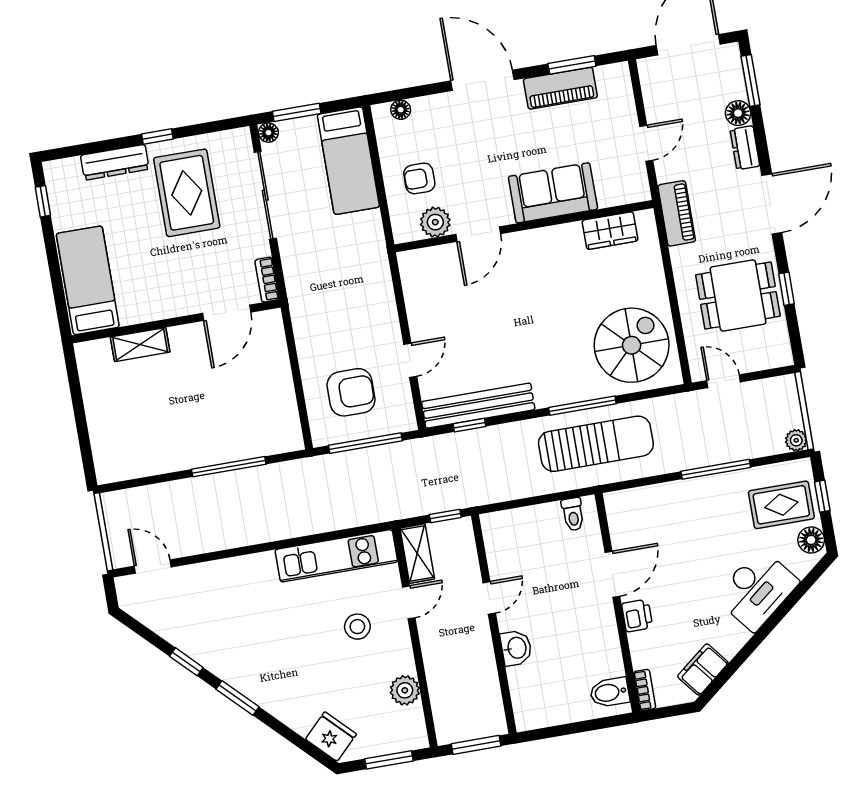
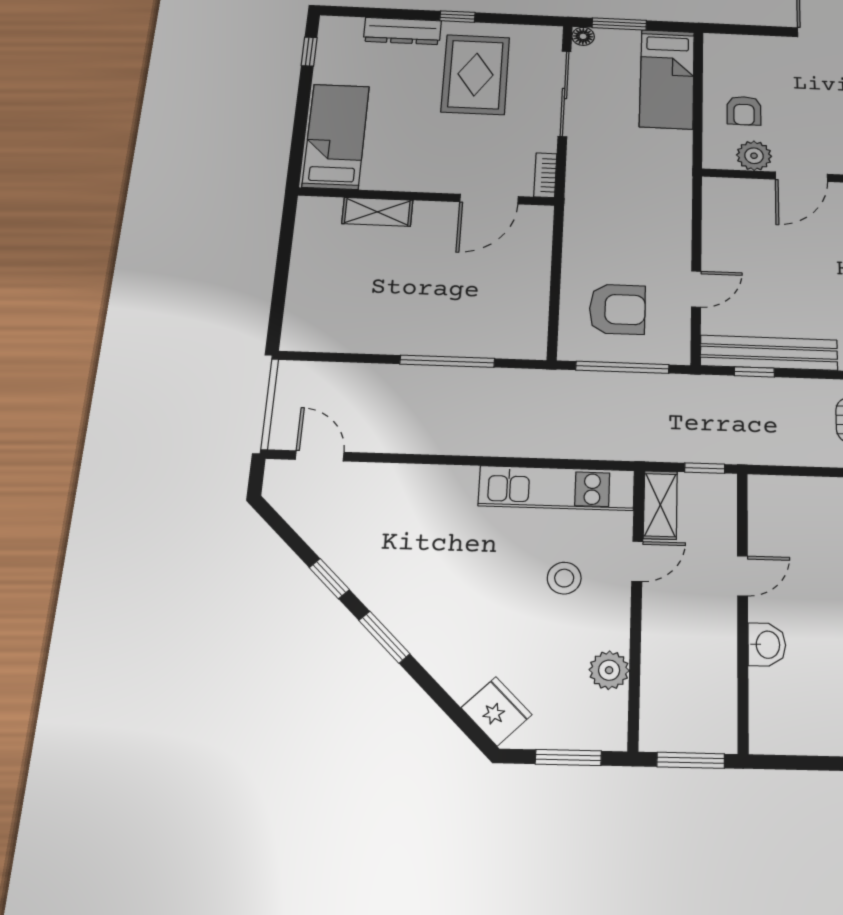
floor lamp: (401, 110) -> (736, 43), removed
armchair: (419, 178) -> (744, 111), turned -90

